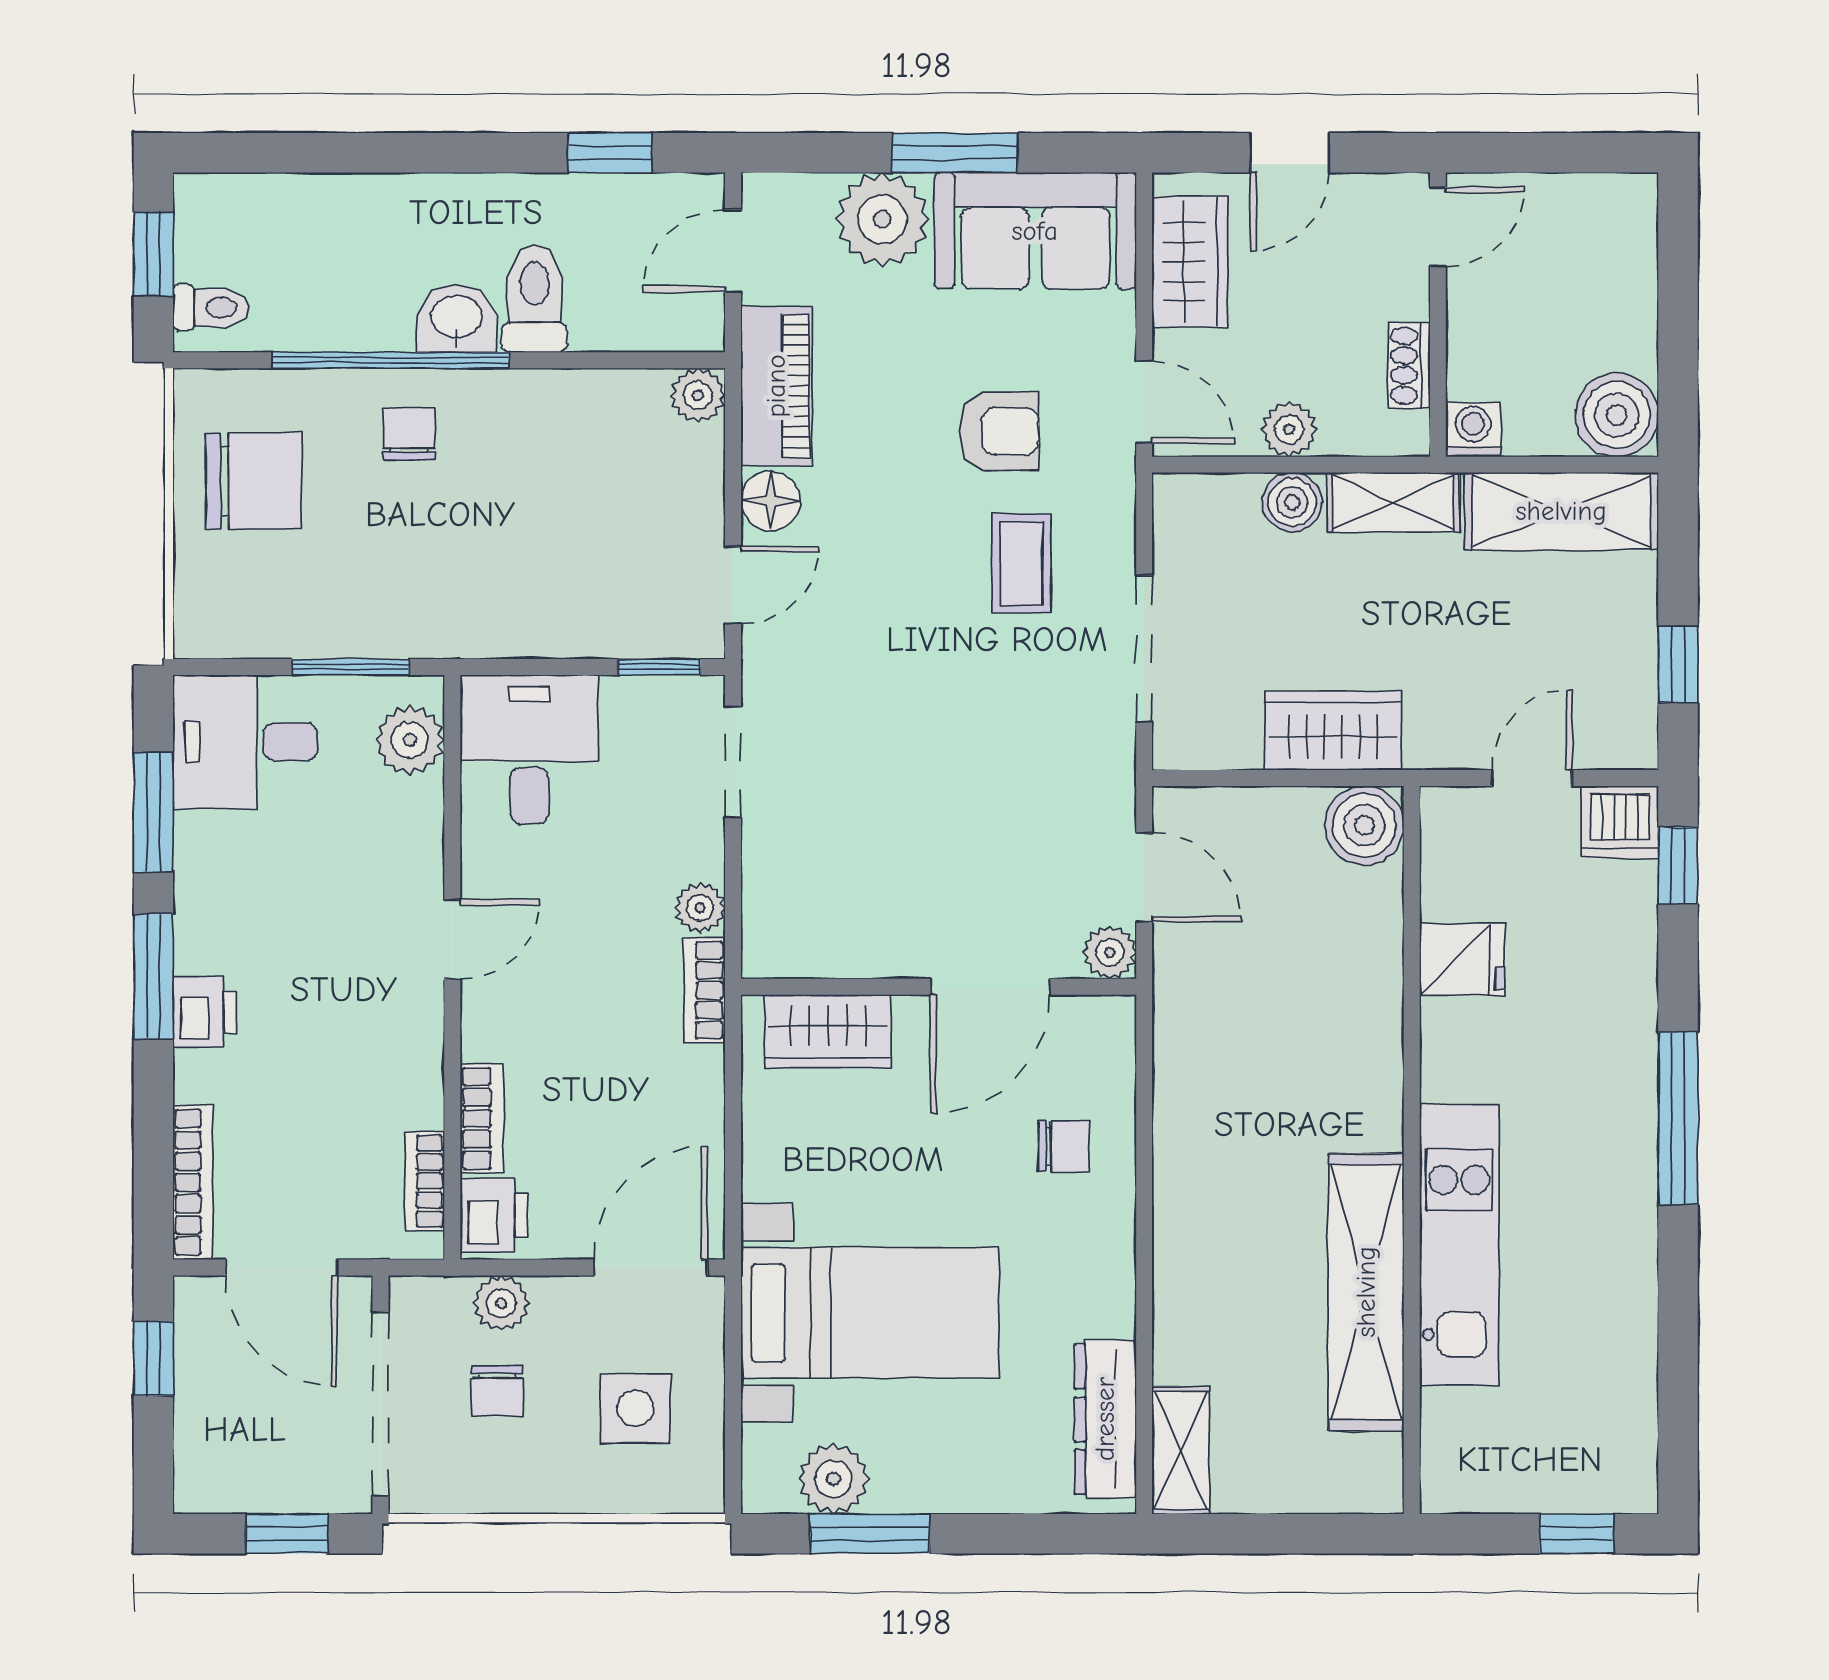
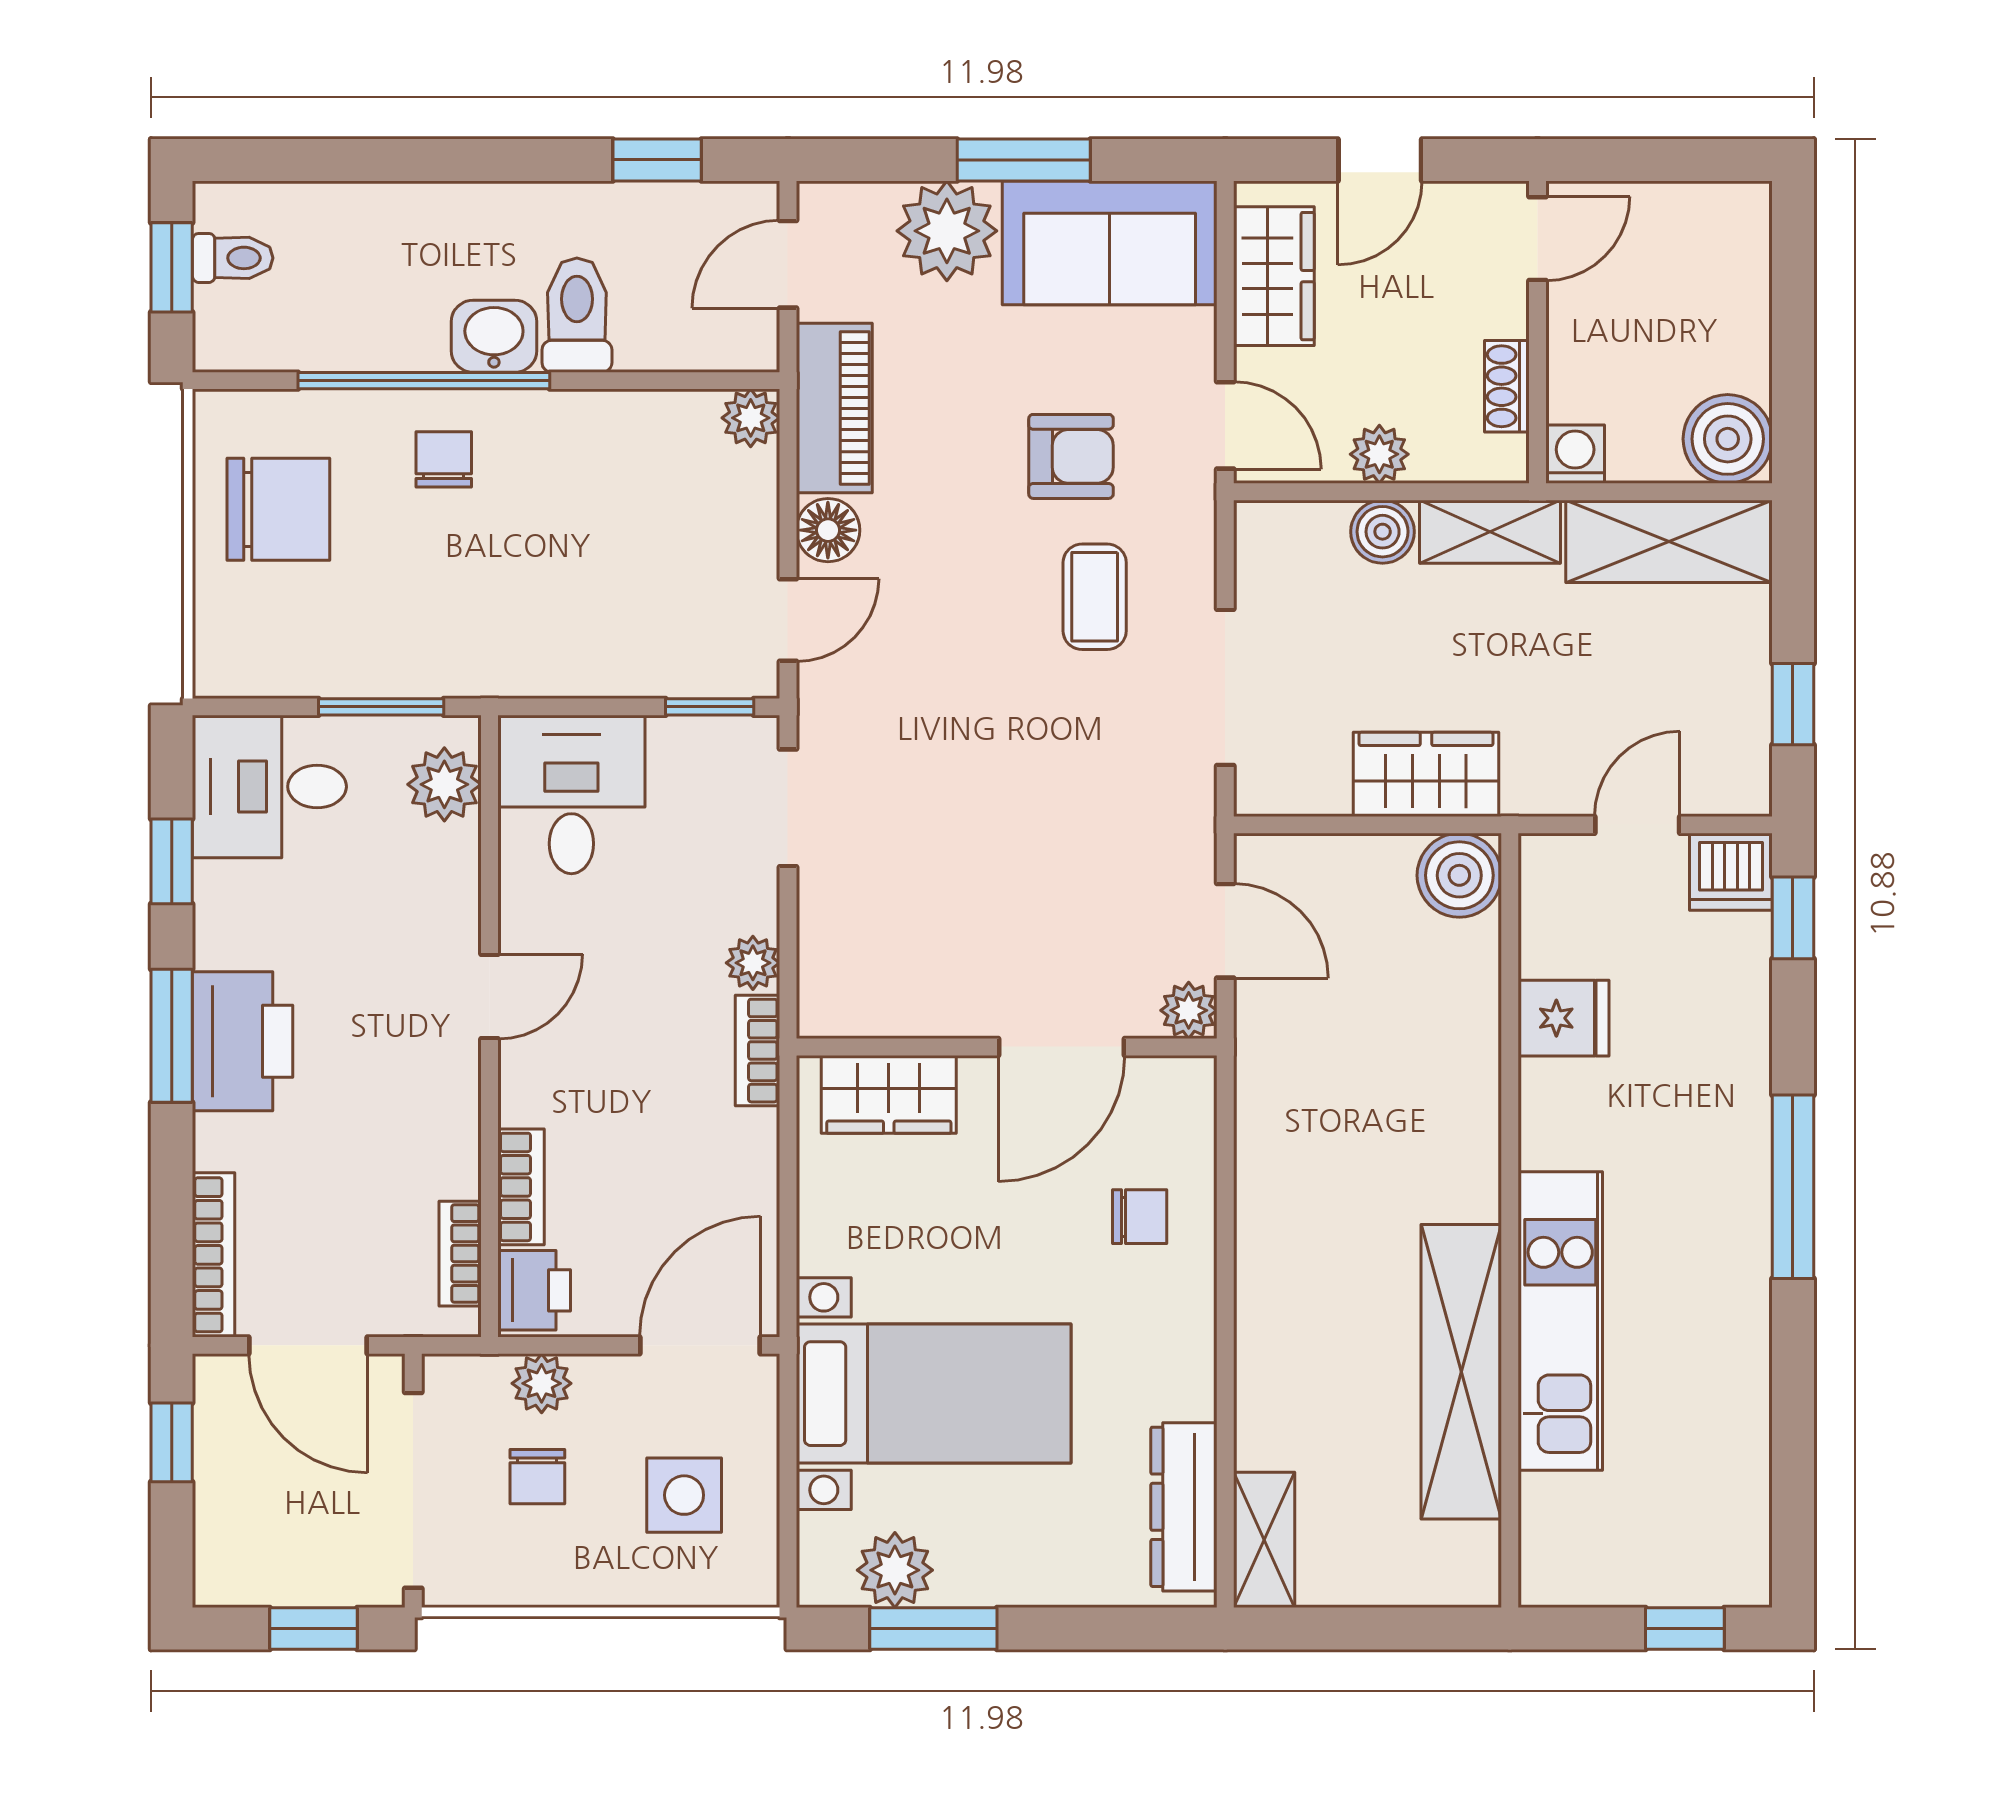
toilet: (211, 308) -> (233, 258), moved
window: (153, 812) -> (172, 861), width x0.67
printer: (205, 1012) -> (243, 1041), width x1.87, depth x1.48

